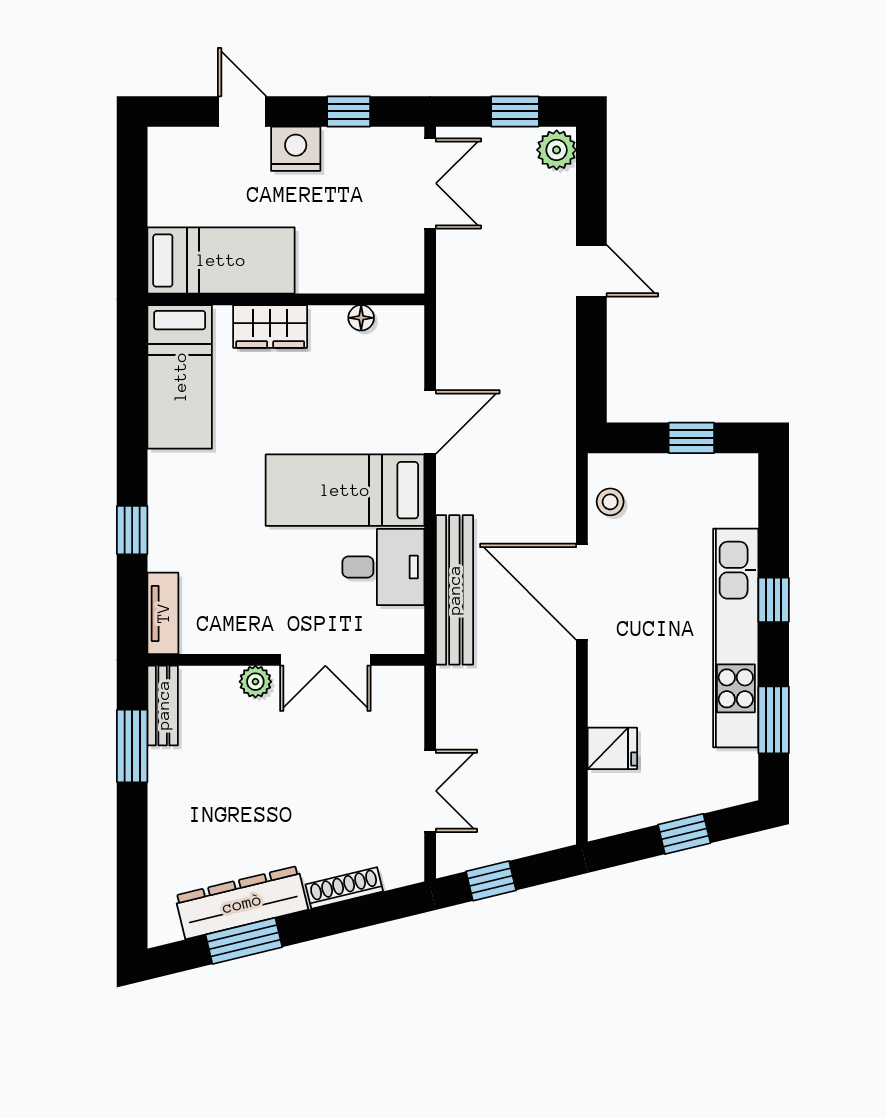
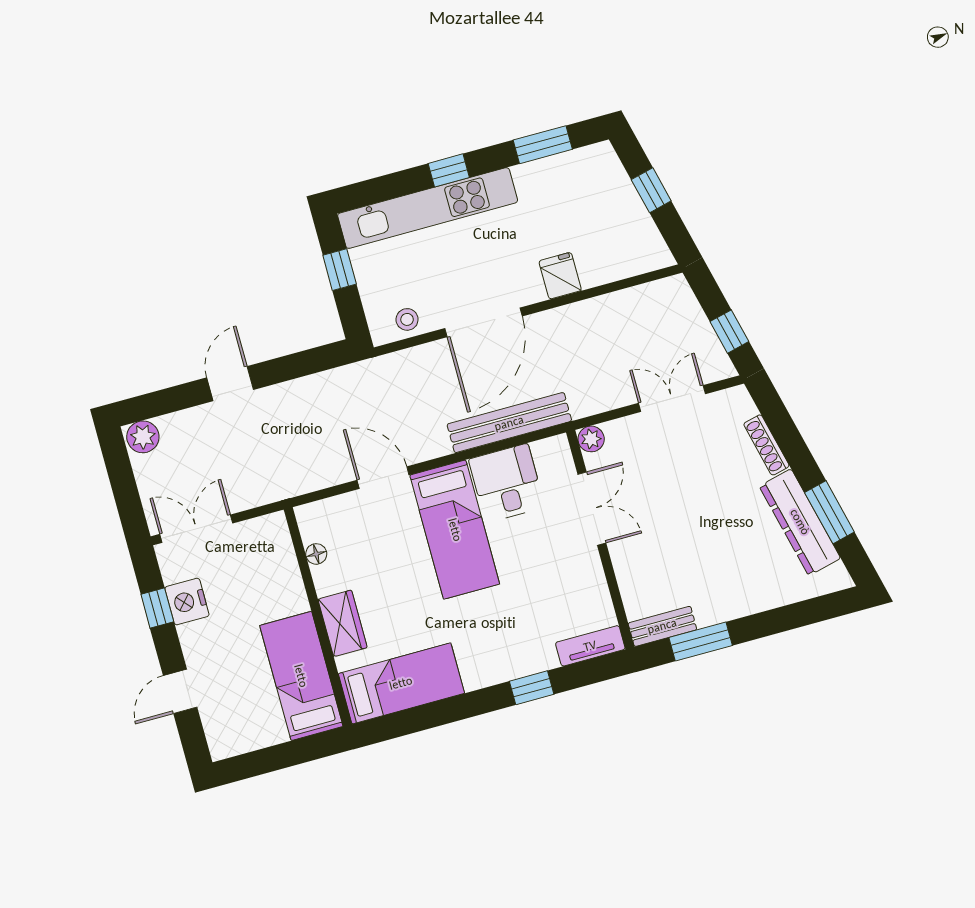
window: (515, 111) -> (122, 478), removed
nightstand: (296, 149) -> (187, 602), moved
kitchen unit: (736, 638) -> (428, 208), moved
plant: (255, 682) -> (591, 439), moved
fridge: (612, 748) -> (560, 276), moved

